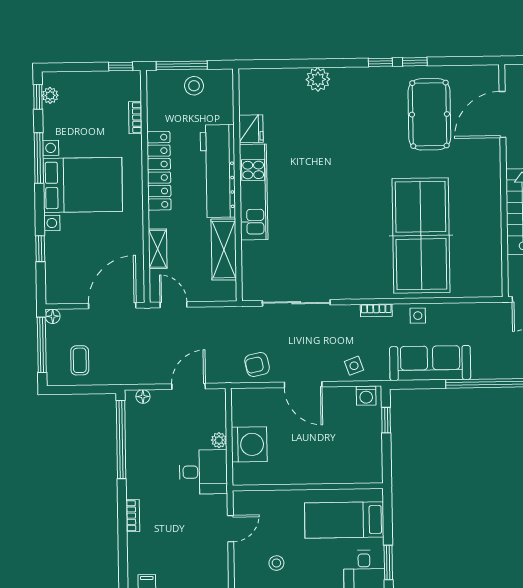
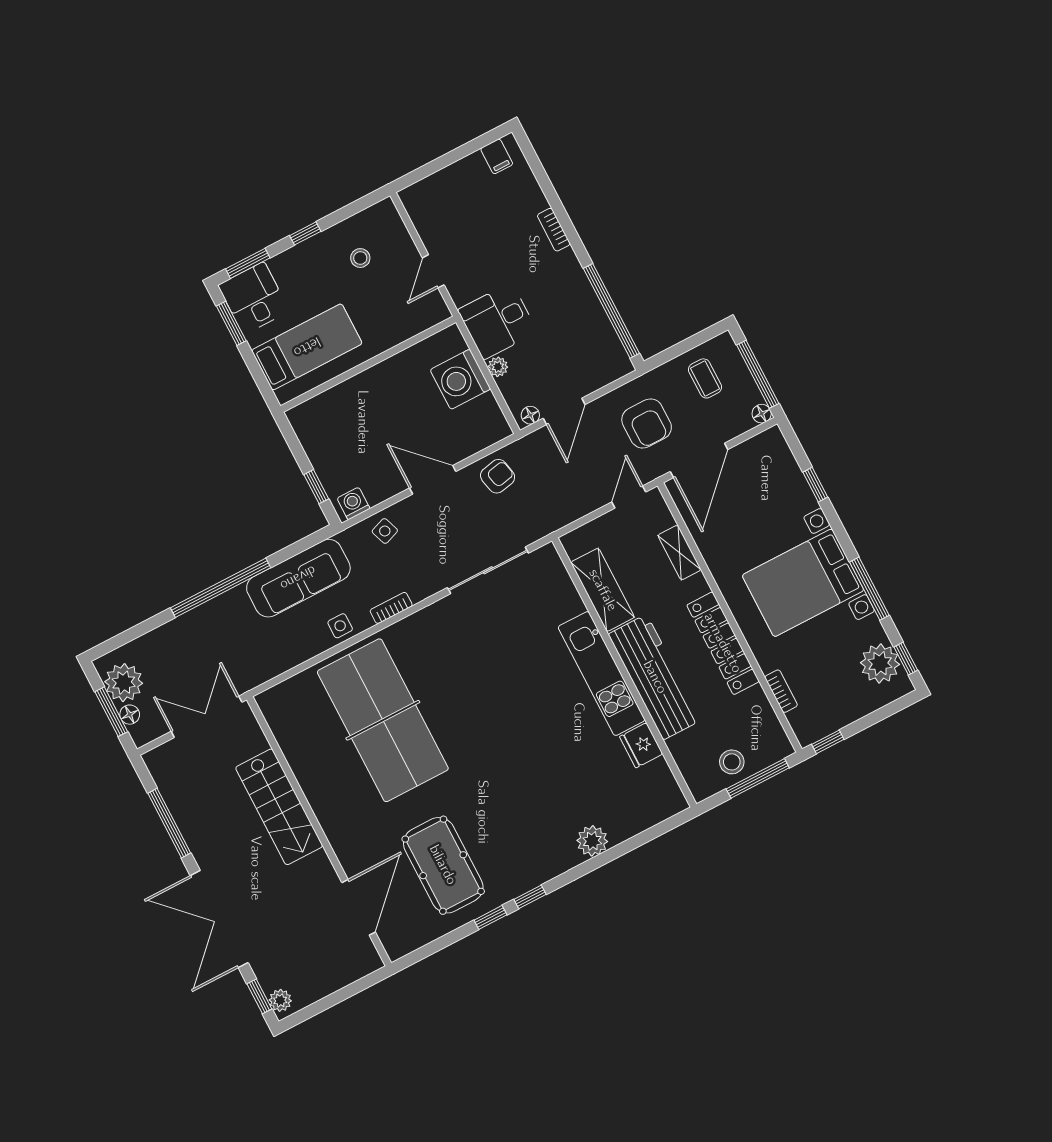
plant: (50, 95) -> (880, 664), width x1.88, depth x1.88
door: (173, 305) -> (629, 497), swing flipped
armchair: (136, 349) -> (647, 423), added
floor lamp: (143, 396) -> (530, 415), moved

